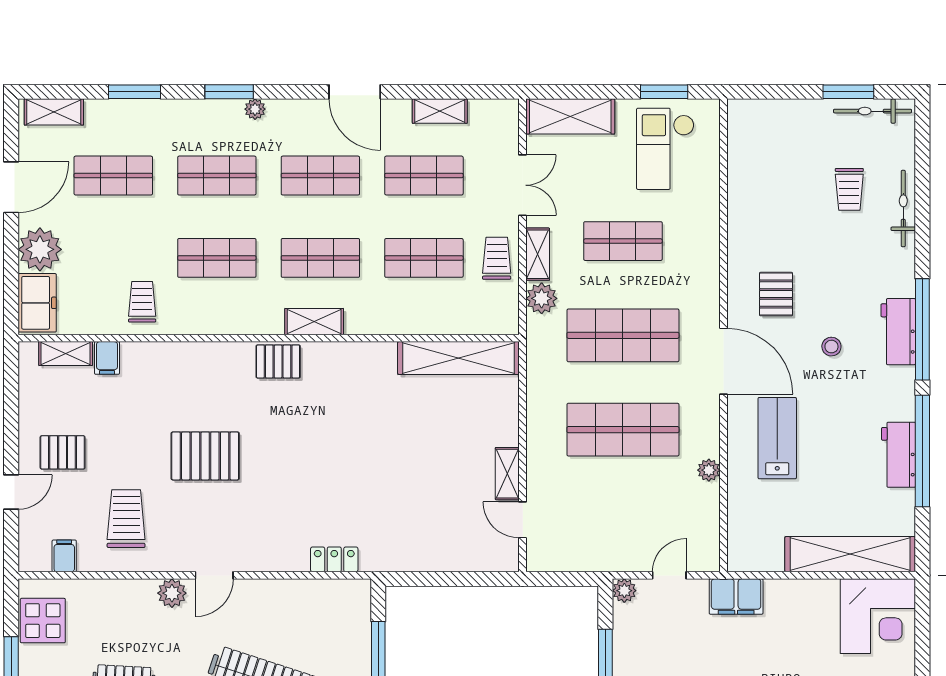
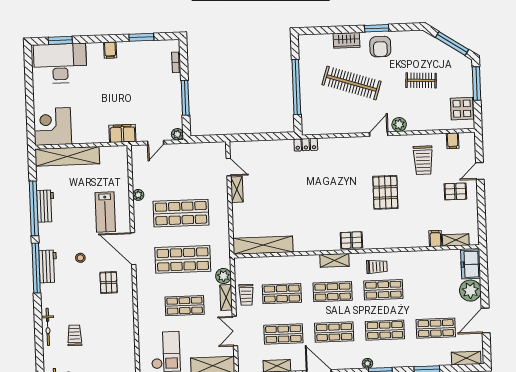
trolley: (142, 302) -> (377, 267), moved, turned -90
pallet: (205, 456) -> (385, 192), turned 90
locker: (334, 559) -> (306, 145), moved

